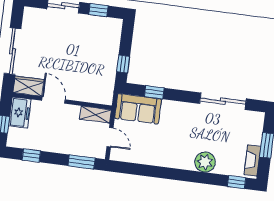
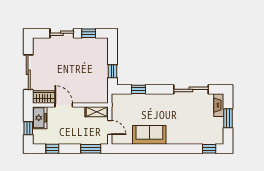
sofa: (138, 109) -> (149, 135), moved, turned 180
fireplace: (252, 160) -> (219, 105), moved
plant: (205, 162) -> (183, 137), removed

